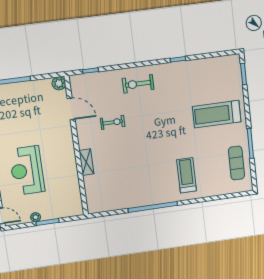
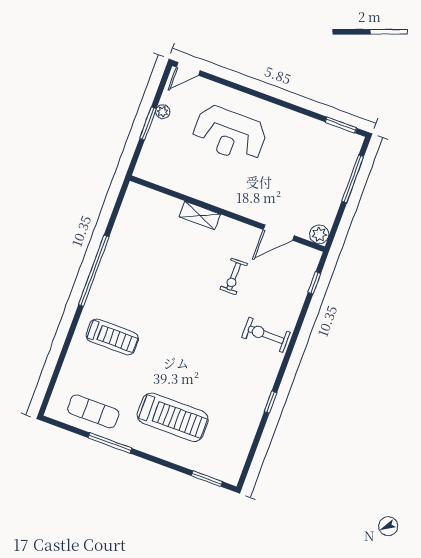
exercise bike: (138, 84) -> (266, 335), turned -90
treadmill: (217, 114) -> (173, 417), turned 90
reception desk: (27, 171) -> (230, 134), turned 180

